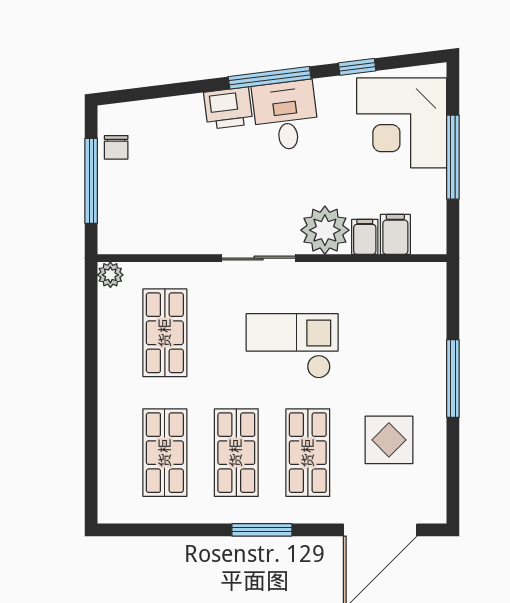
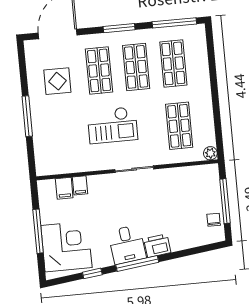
plant: (325, 230) -> (101, 187), removed
window: (156, 530) -> (174, 23), added

